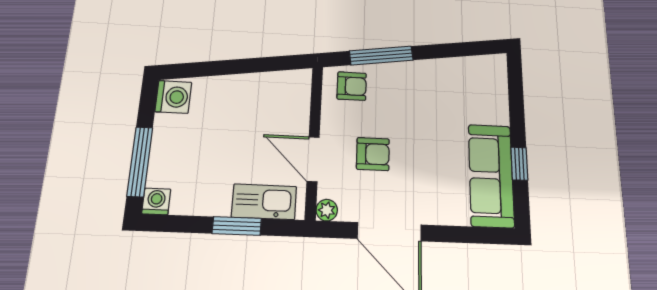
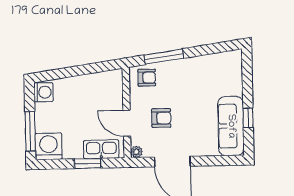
washing machine: (156, 201) -> (48, 146), width x1.89, depth x1.89

